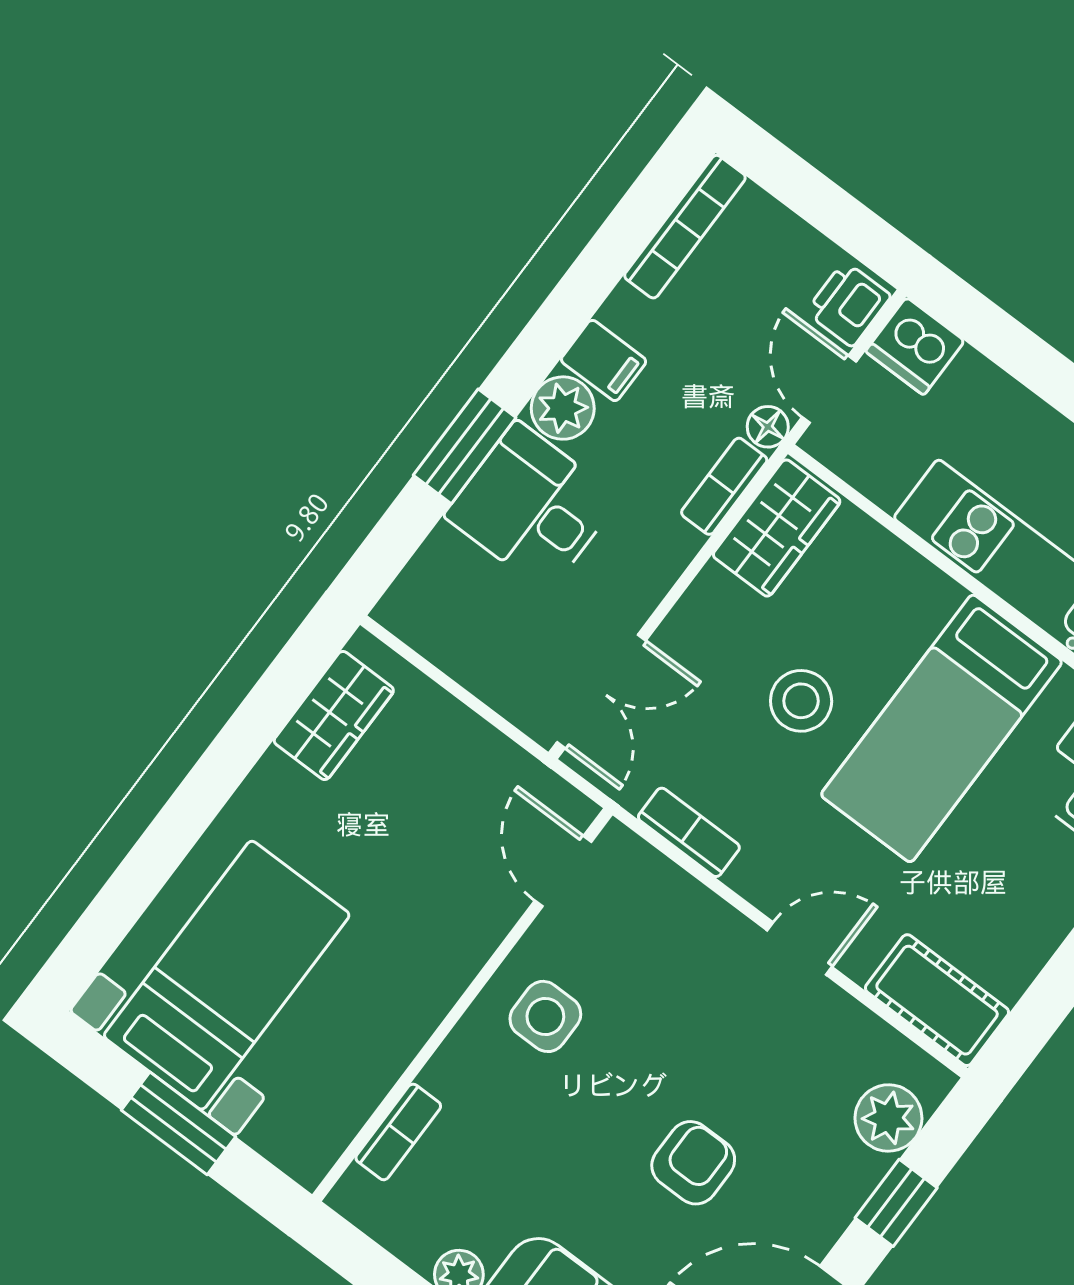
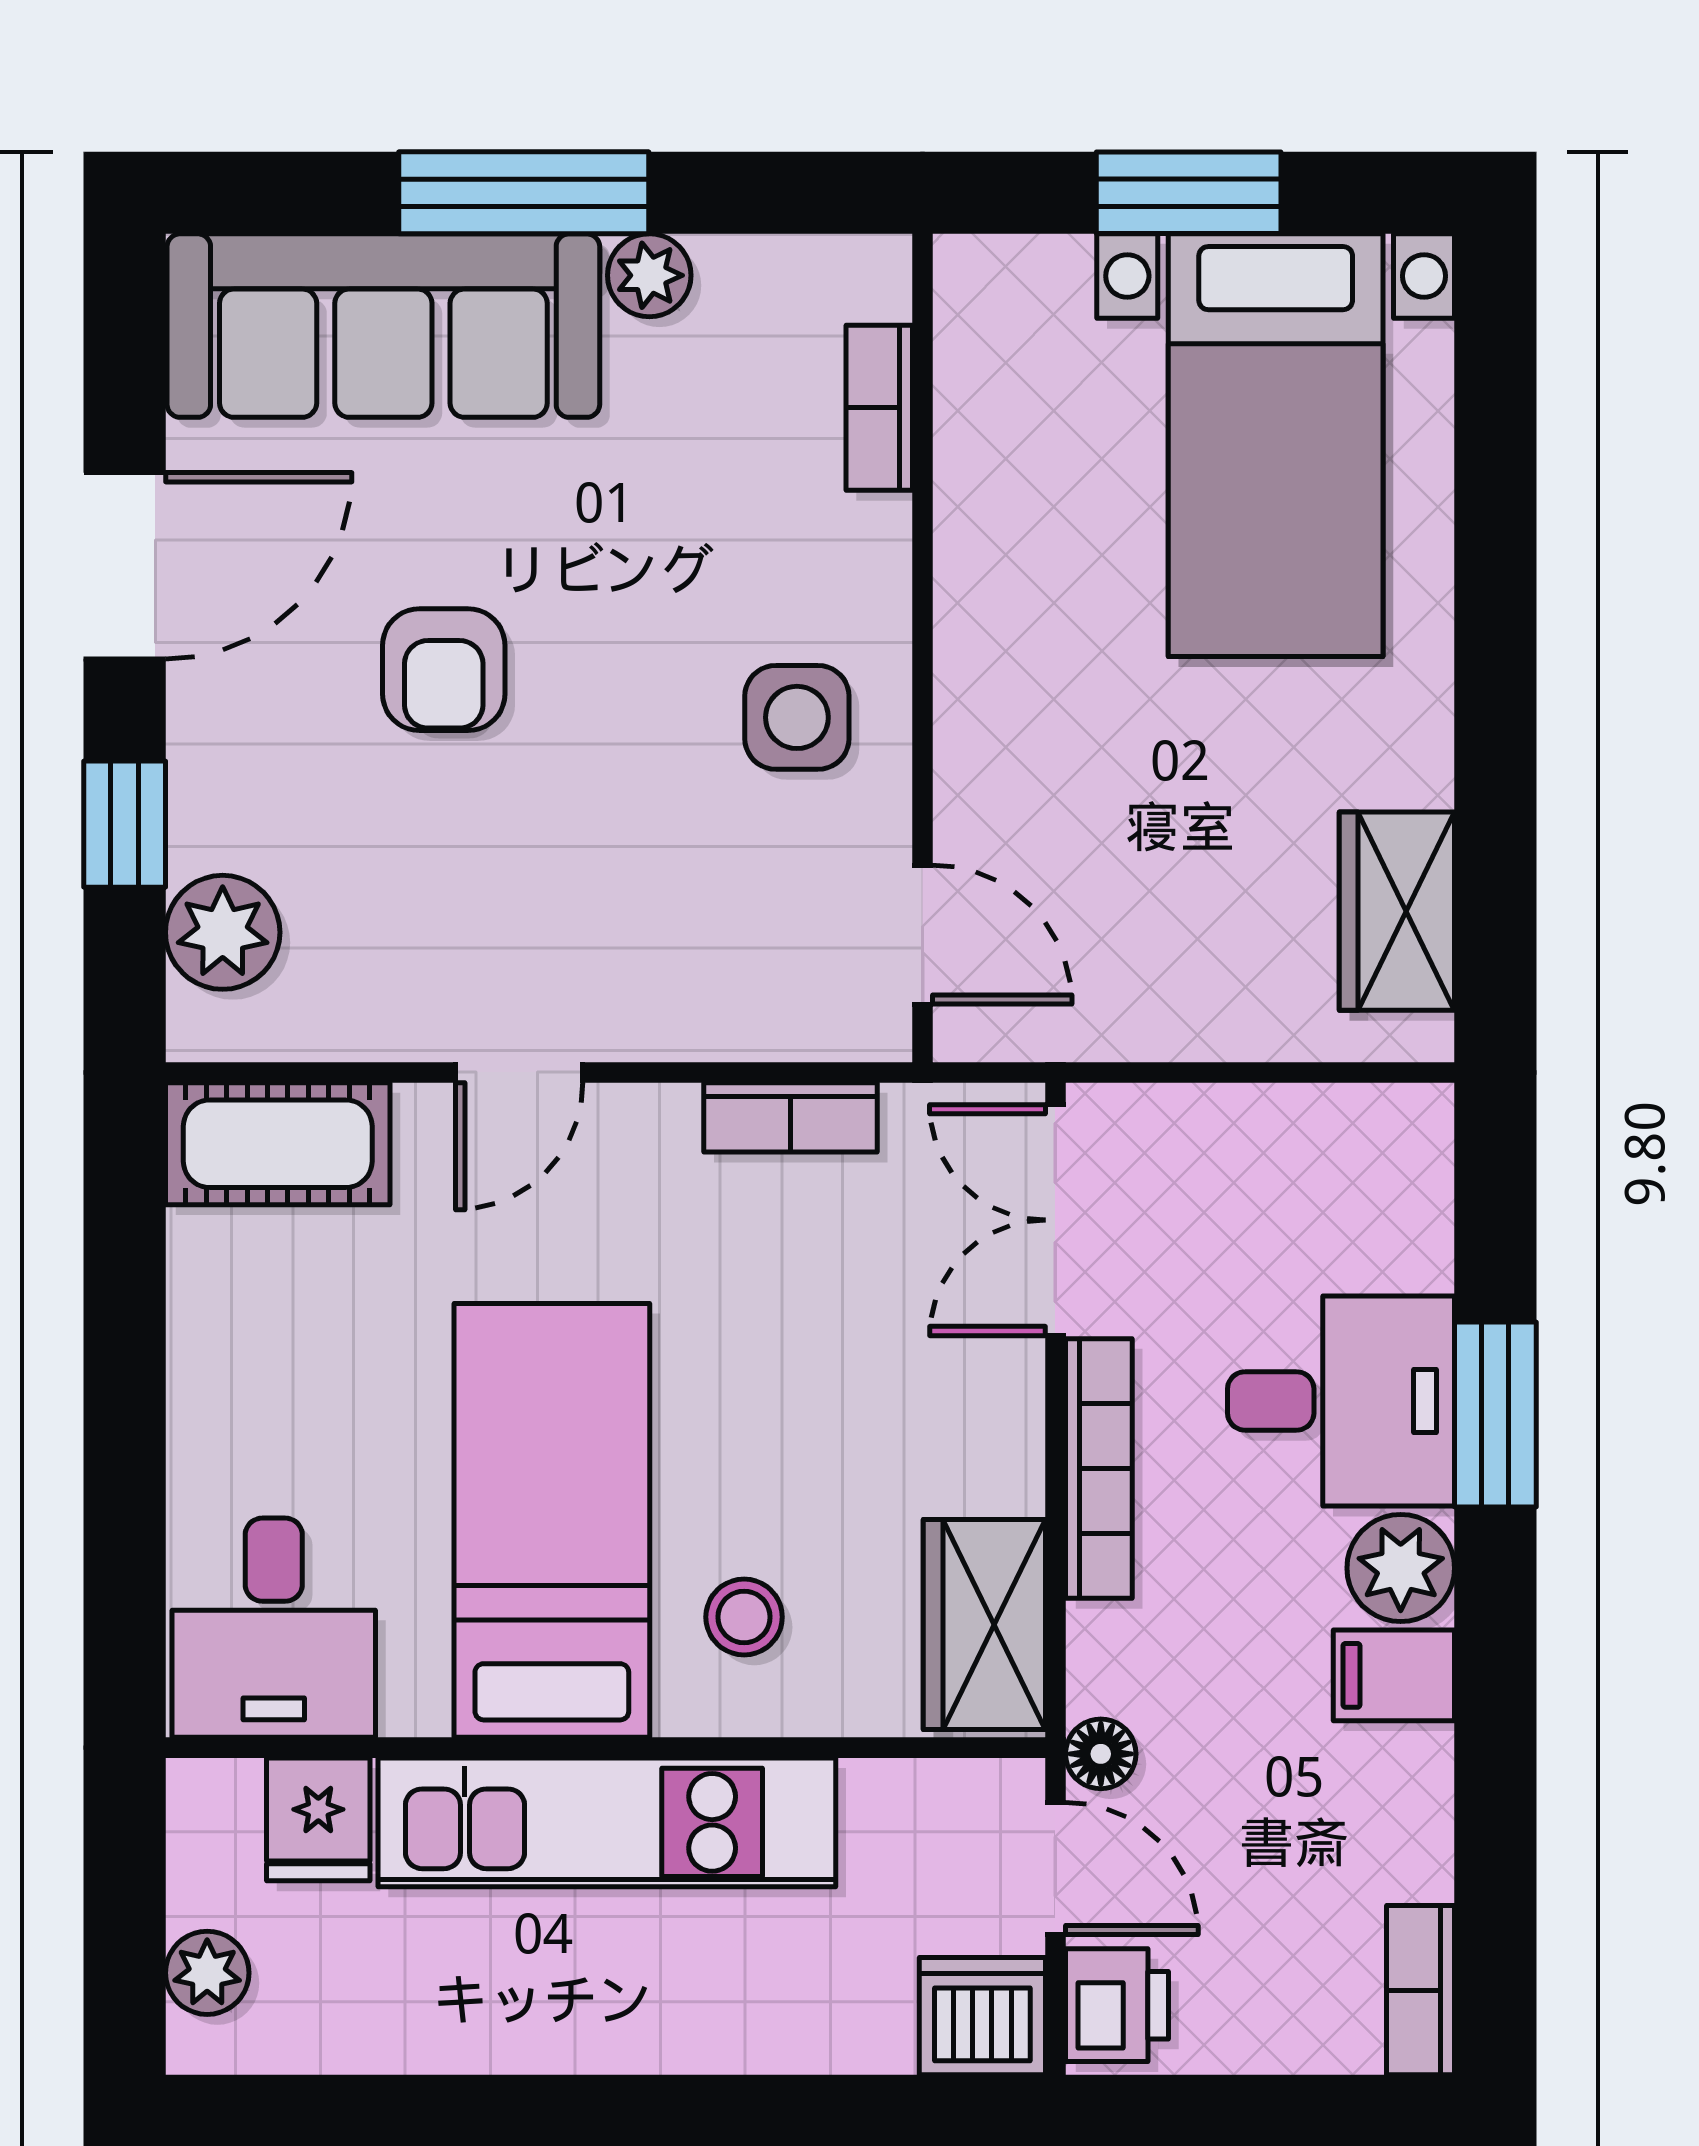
bookcase: (685, 227) -> (1421, 1990), width x0.64
bookcase: (724, 486) -> (1099, 1469), moved, width x1.56
stool: (801, 701) -> (744, 1617), moved, width x0.73, depth x0.73

